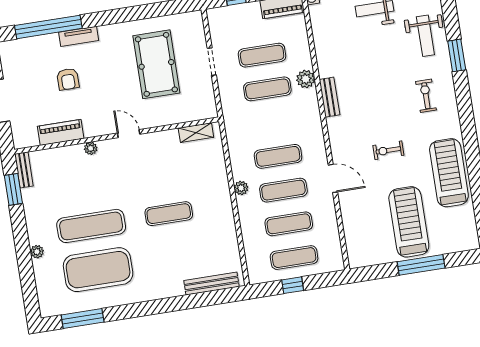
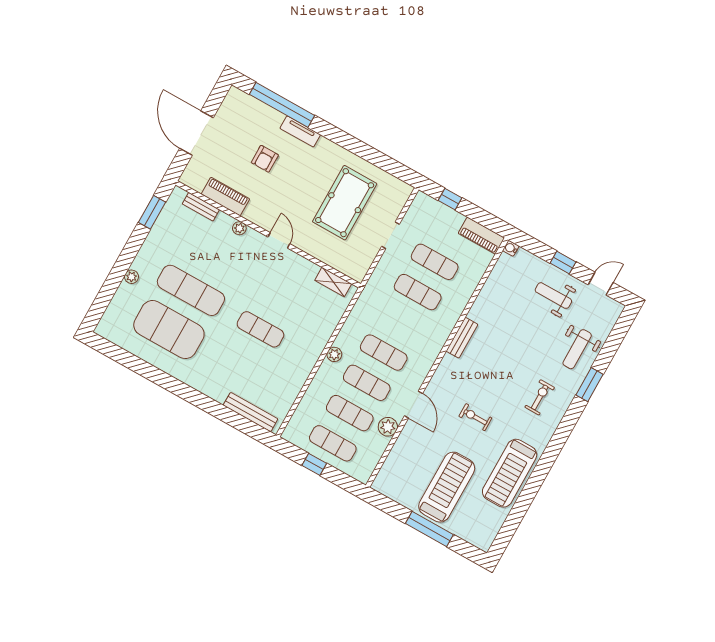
plant: (306, 79) -> (388, 427), moved
bench: (24, 170) -> (201, 207), moved, turned 90
treadmill: (449, 173) -> (510, 473), turned 180
window: (83, 318) -> (126, 359), removed

